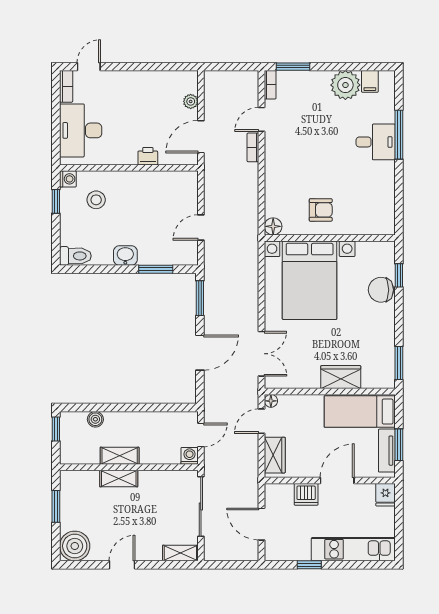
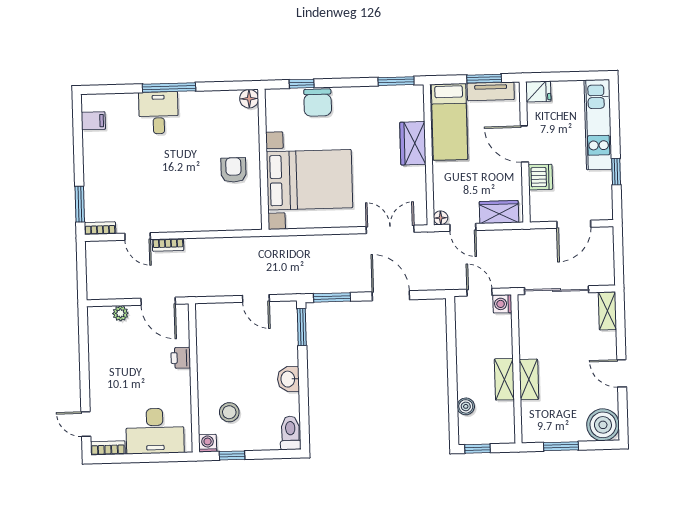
plant: (345, 85) -> (98, 147), removed
window: (399, 135) -> (169, 87), moved
floor lamp: (273, 226) -> (249, 99), moved
window: (156, 269) -> (302, 327), moved

